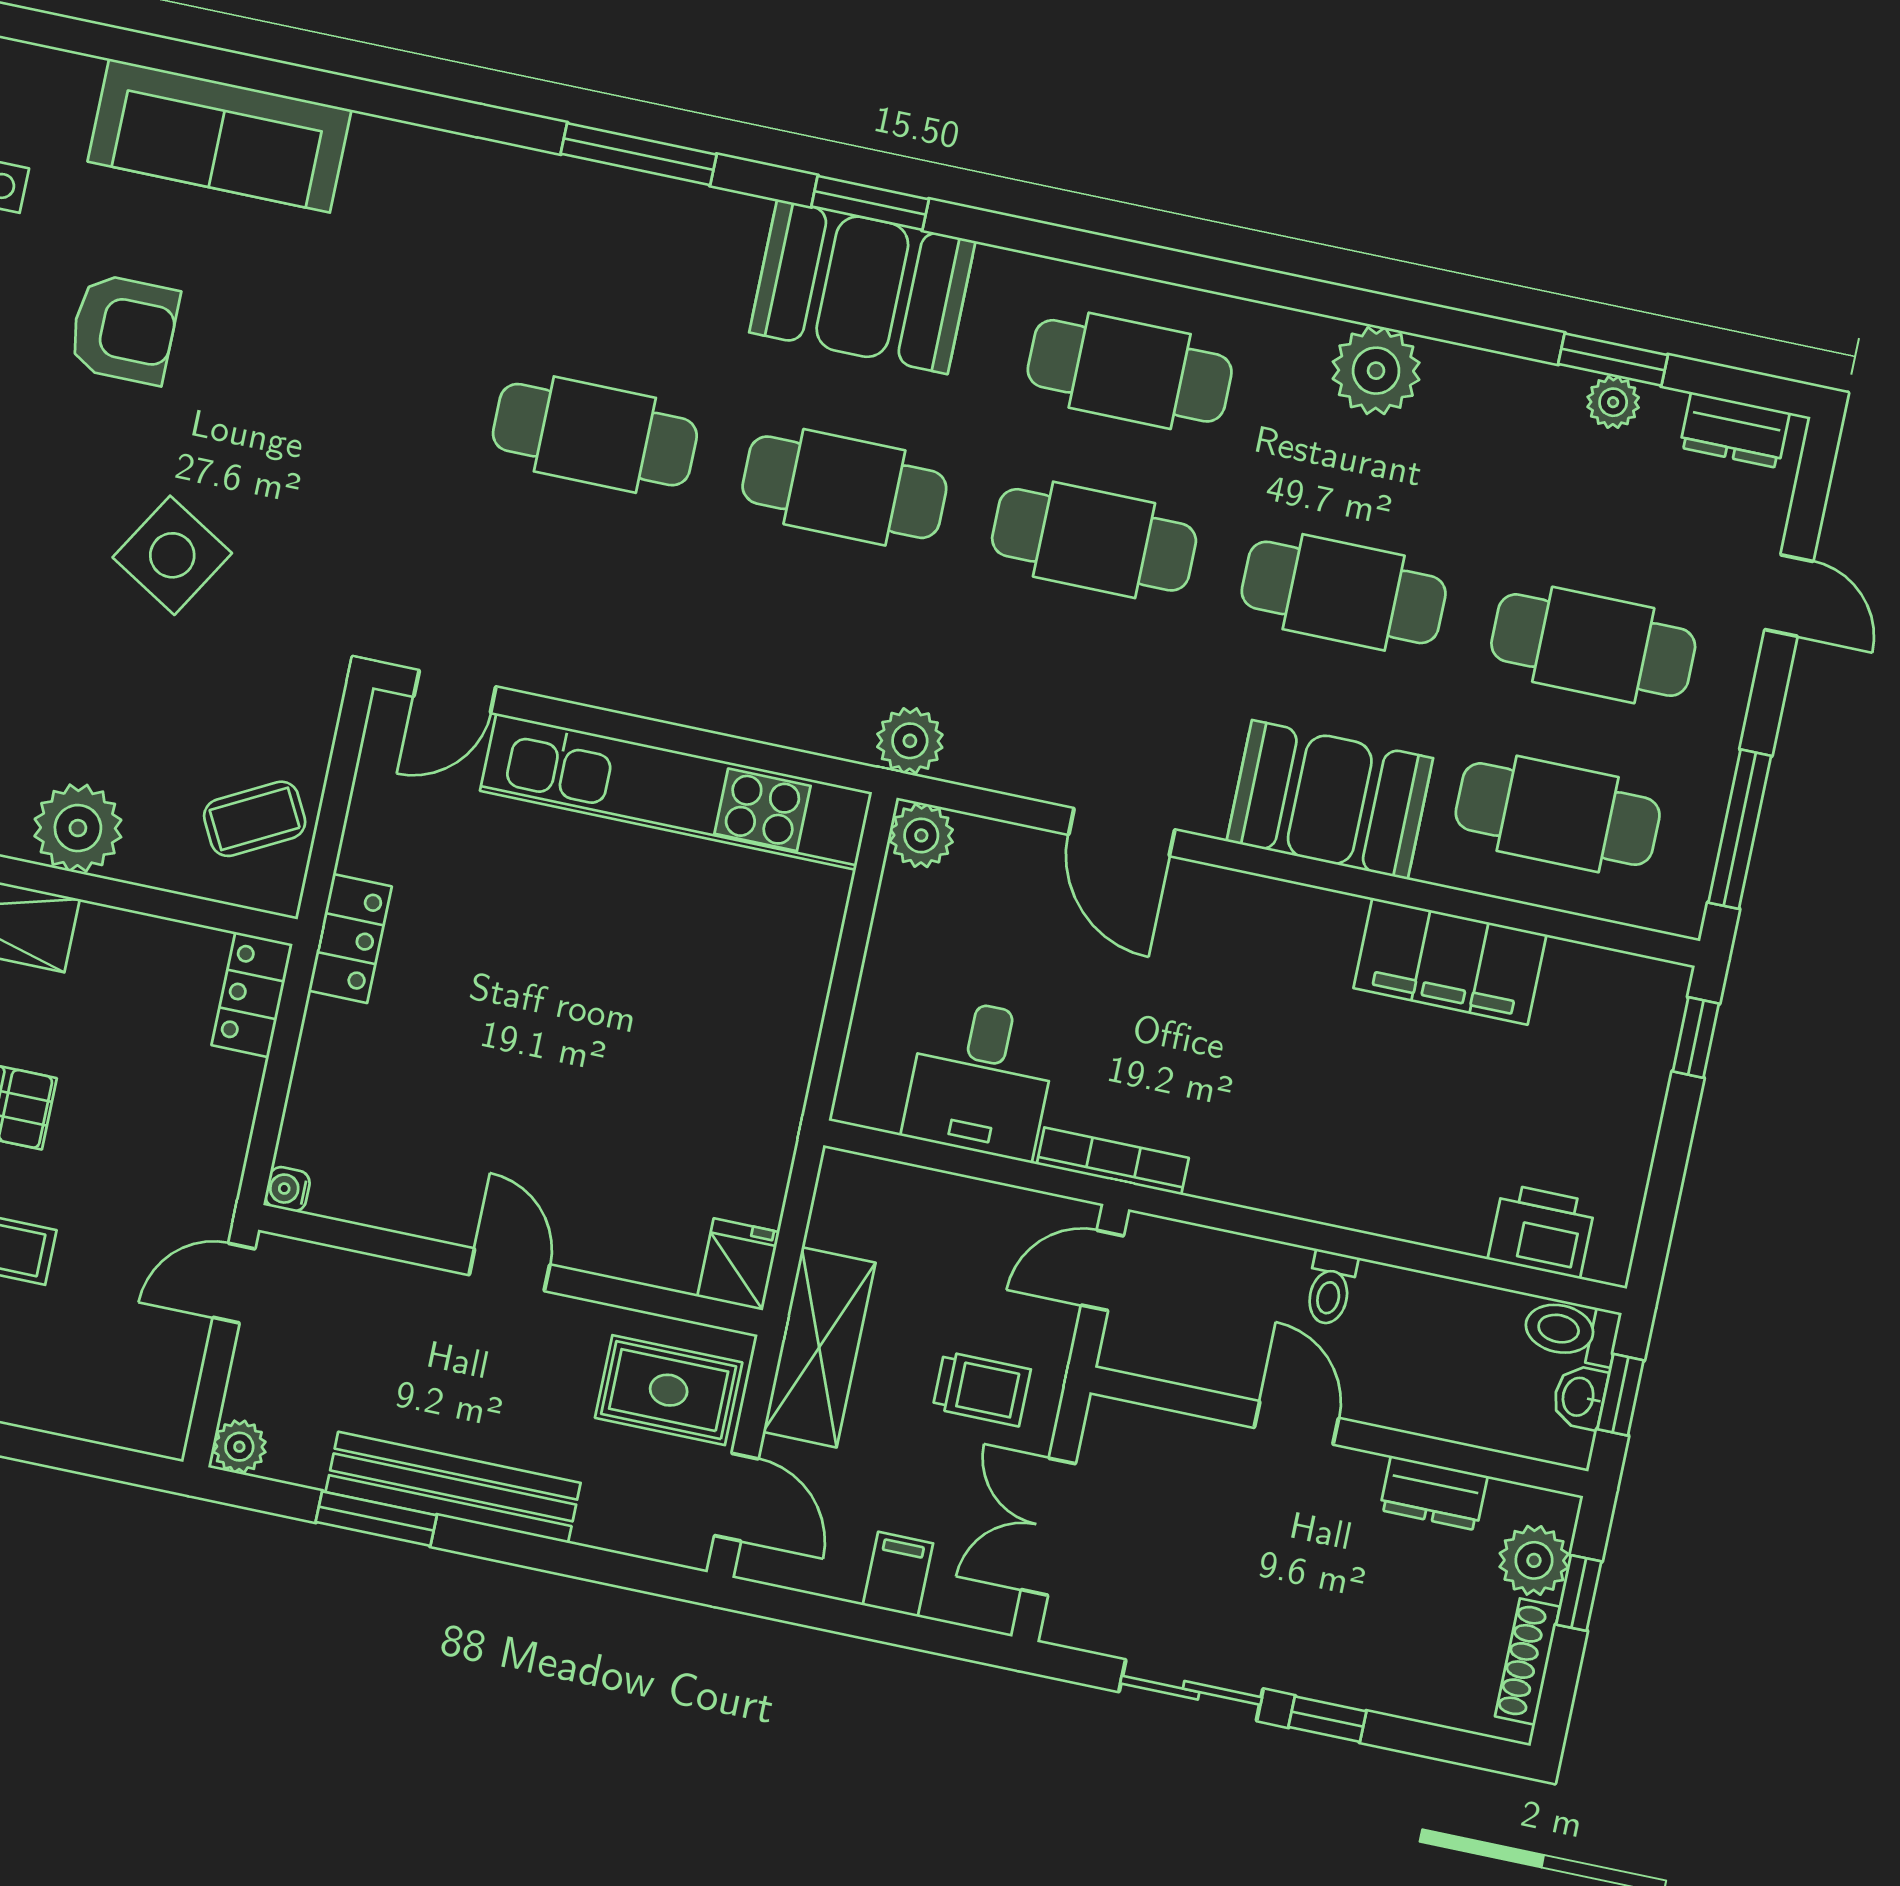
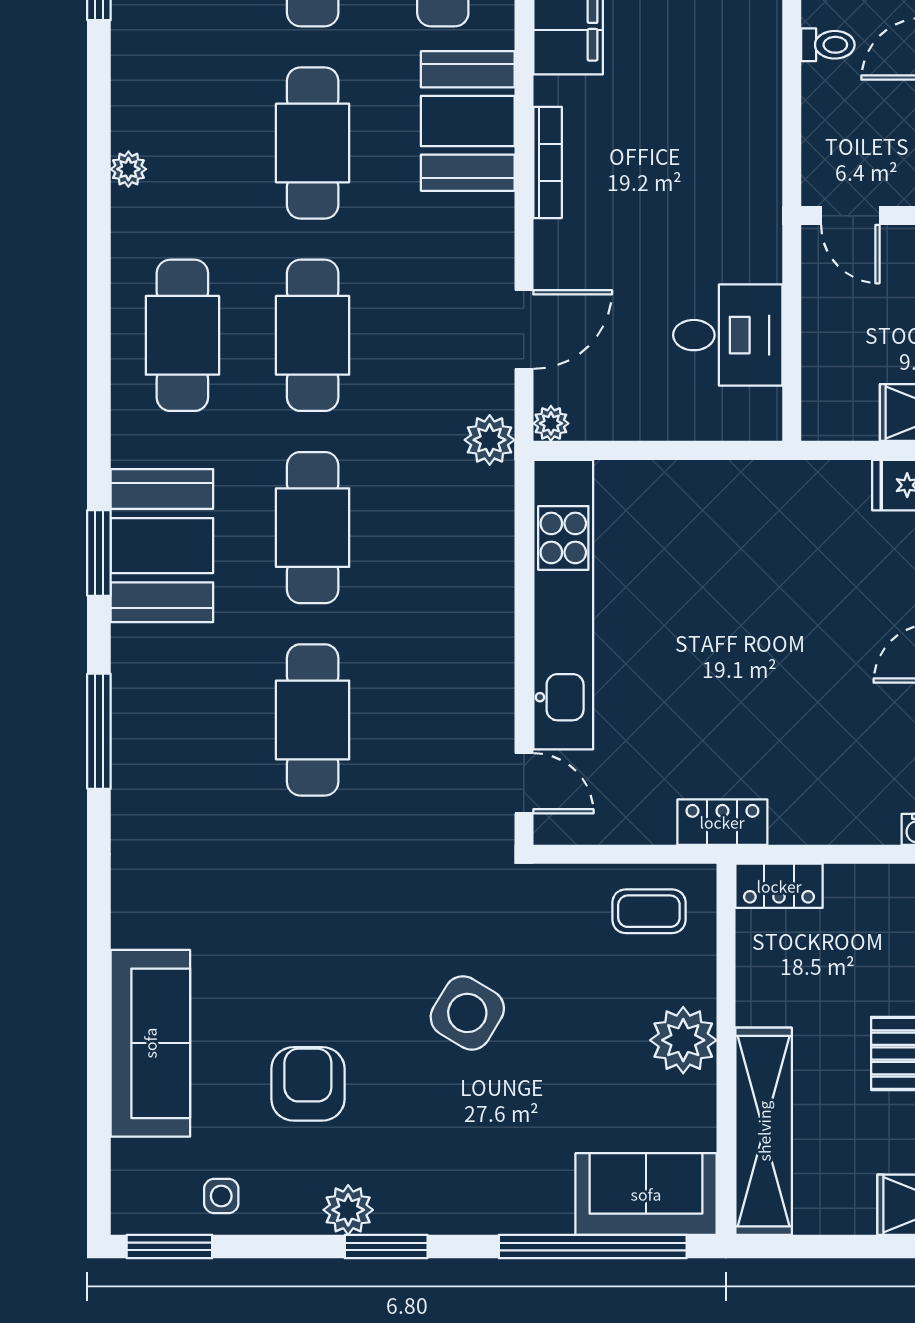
plant: (1376, 371) -> (128, 169), width x0.53, depth x0.53
coffee table: (255, 819) -> (649, 911), turned -62
door: (1122, 832) -> (524, 330), moved
plant: (921, 835) -> (551, 423), width x0.73, depth x0.73
bookcase: (1113, 1161) -> (548, 162), moved, turned 180

